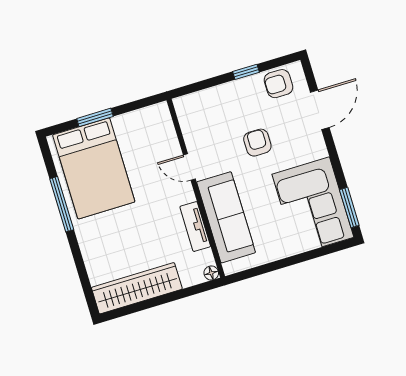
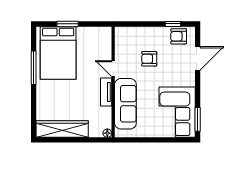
window: (246, 72) -> (173, 24), moved
armchair: (257, 143) -> (149, 59), moved, turned -90
tv unit: (195, 227) -> (106, 92), moved

